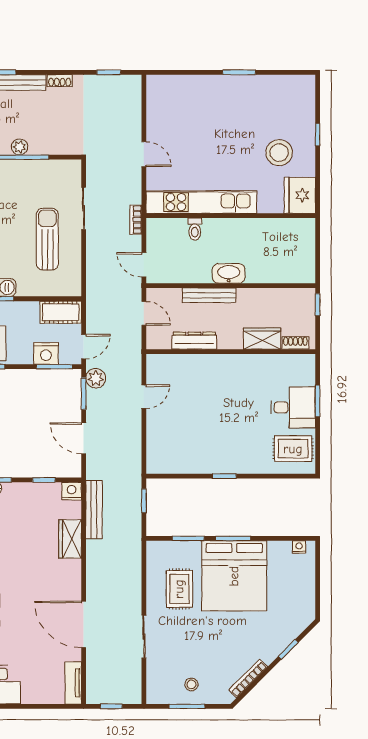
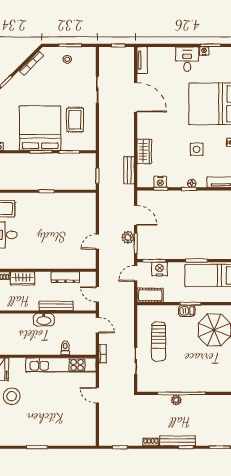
plant: (96, 378) -> (128, 237), moved
nightstand: (72, 491) -> (160, 182), moved
bench: (94, 509) -> (129, 170), width x0.73

